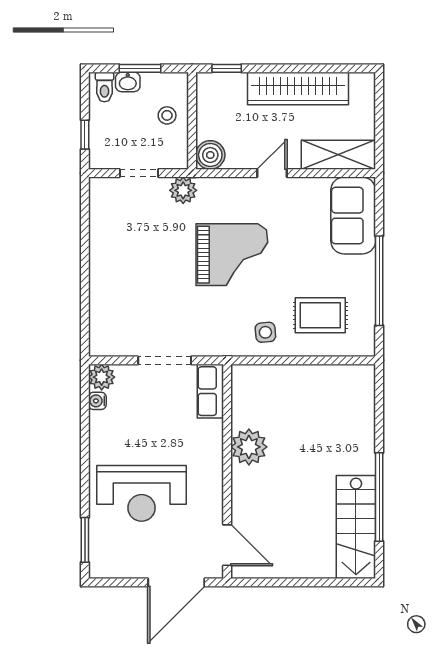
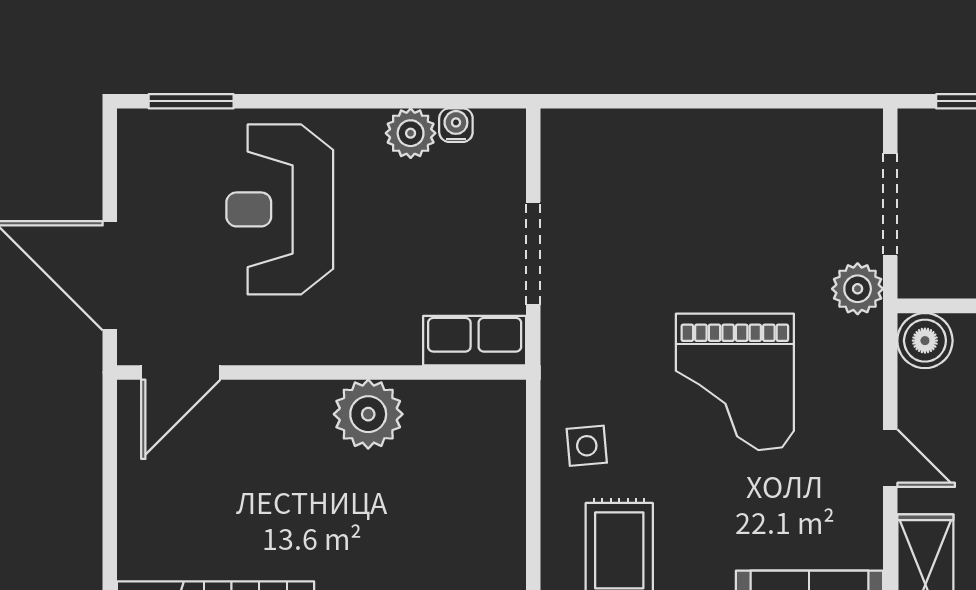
doorway: (139, 173) -> (890, 205), width x1.38
plant: (102, 377) -> (411, 133), moved

